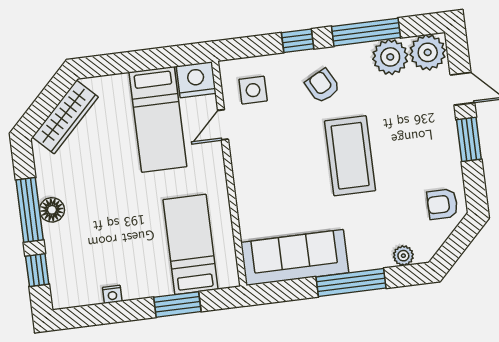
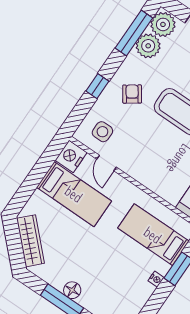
window: (366, 32) -> (134, 33), moved
armchair: (322, 86) -> (132, 94), turned 83
nightstand: (112, 294) -> (156, 279), moved

